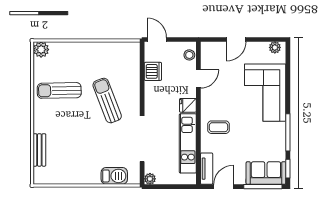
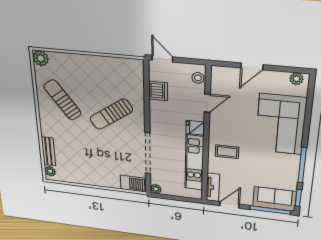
sun lounger: (59, 90) -> (62, 100), turned 54
sun lounger: (107, 101) -> (111, 114), turned -104
plant: (39, 173) -> (50, 171), added
barbecue: (114, 176) -> (133, 184), moved

